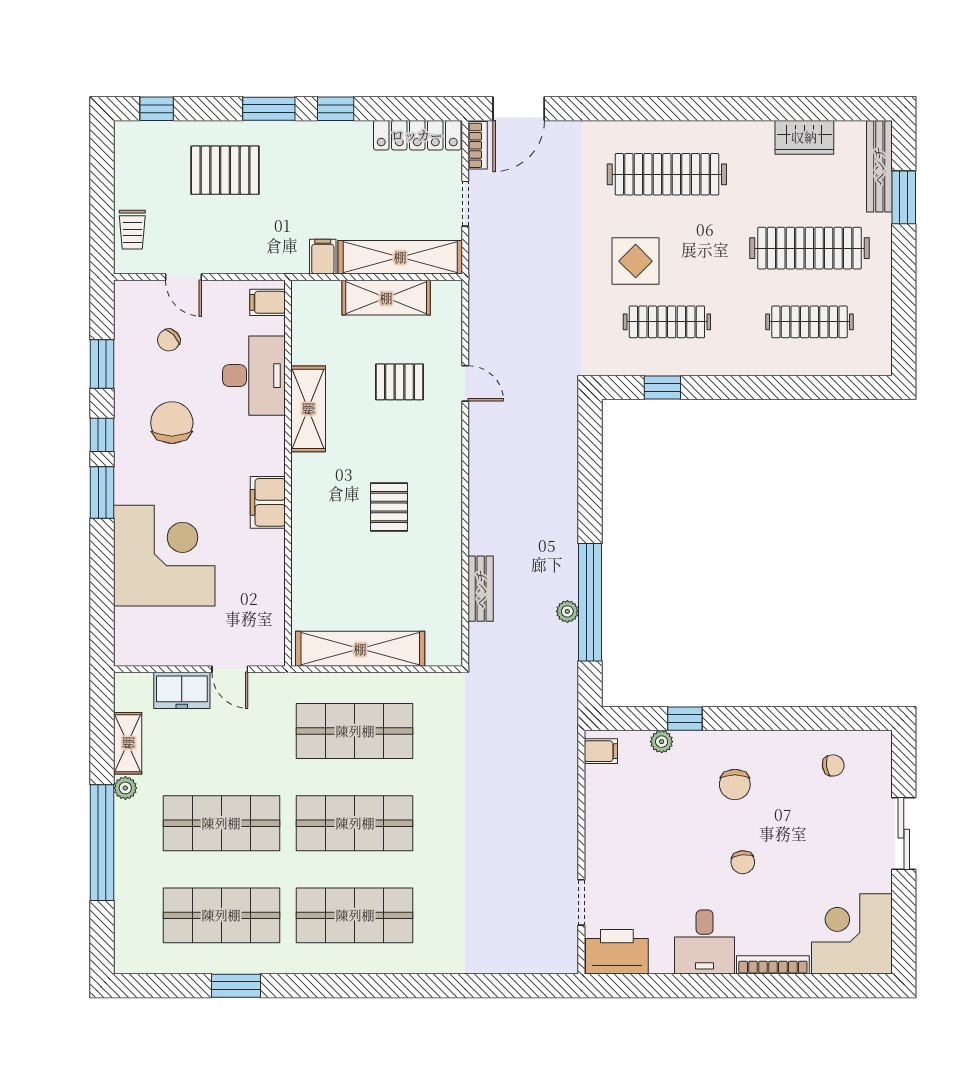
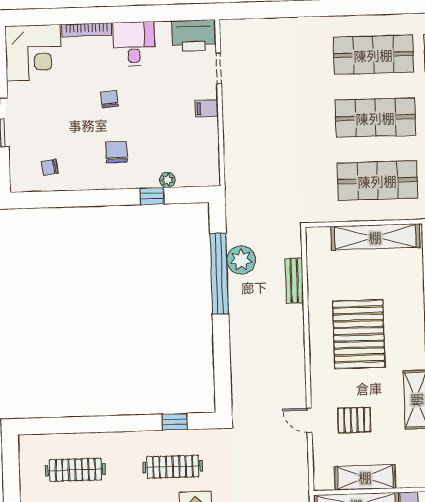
pallet: (389, 507) -> (359, 334), width x2.05, depth x2.00
plant: (567, 611) -> (241, 260), width x1.87, depth x1.87
filing cabinet: (601, 751) -> (207, 108), moved

